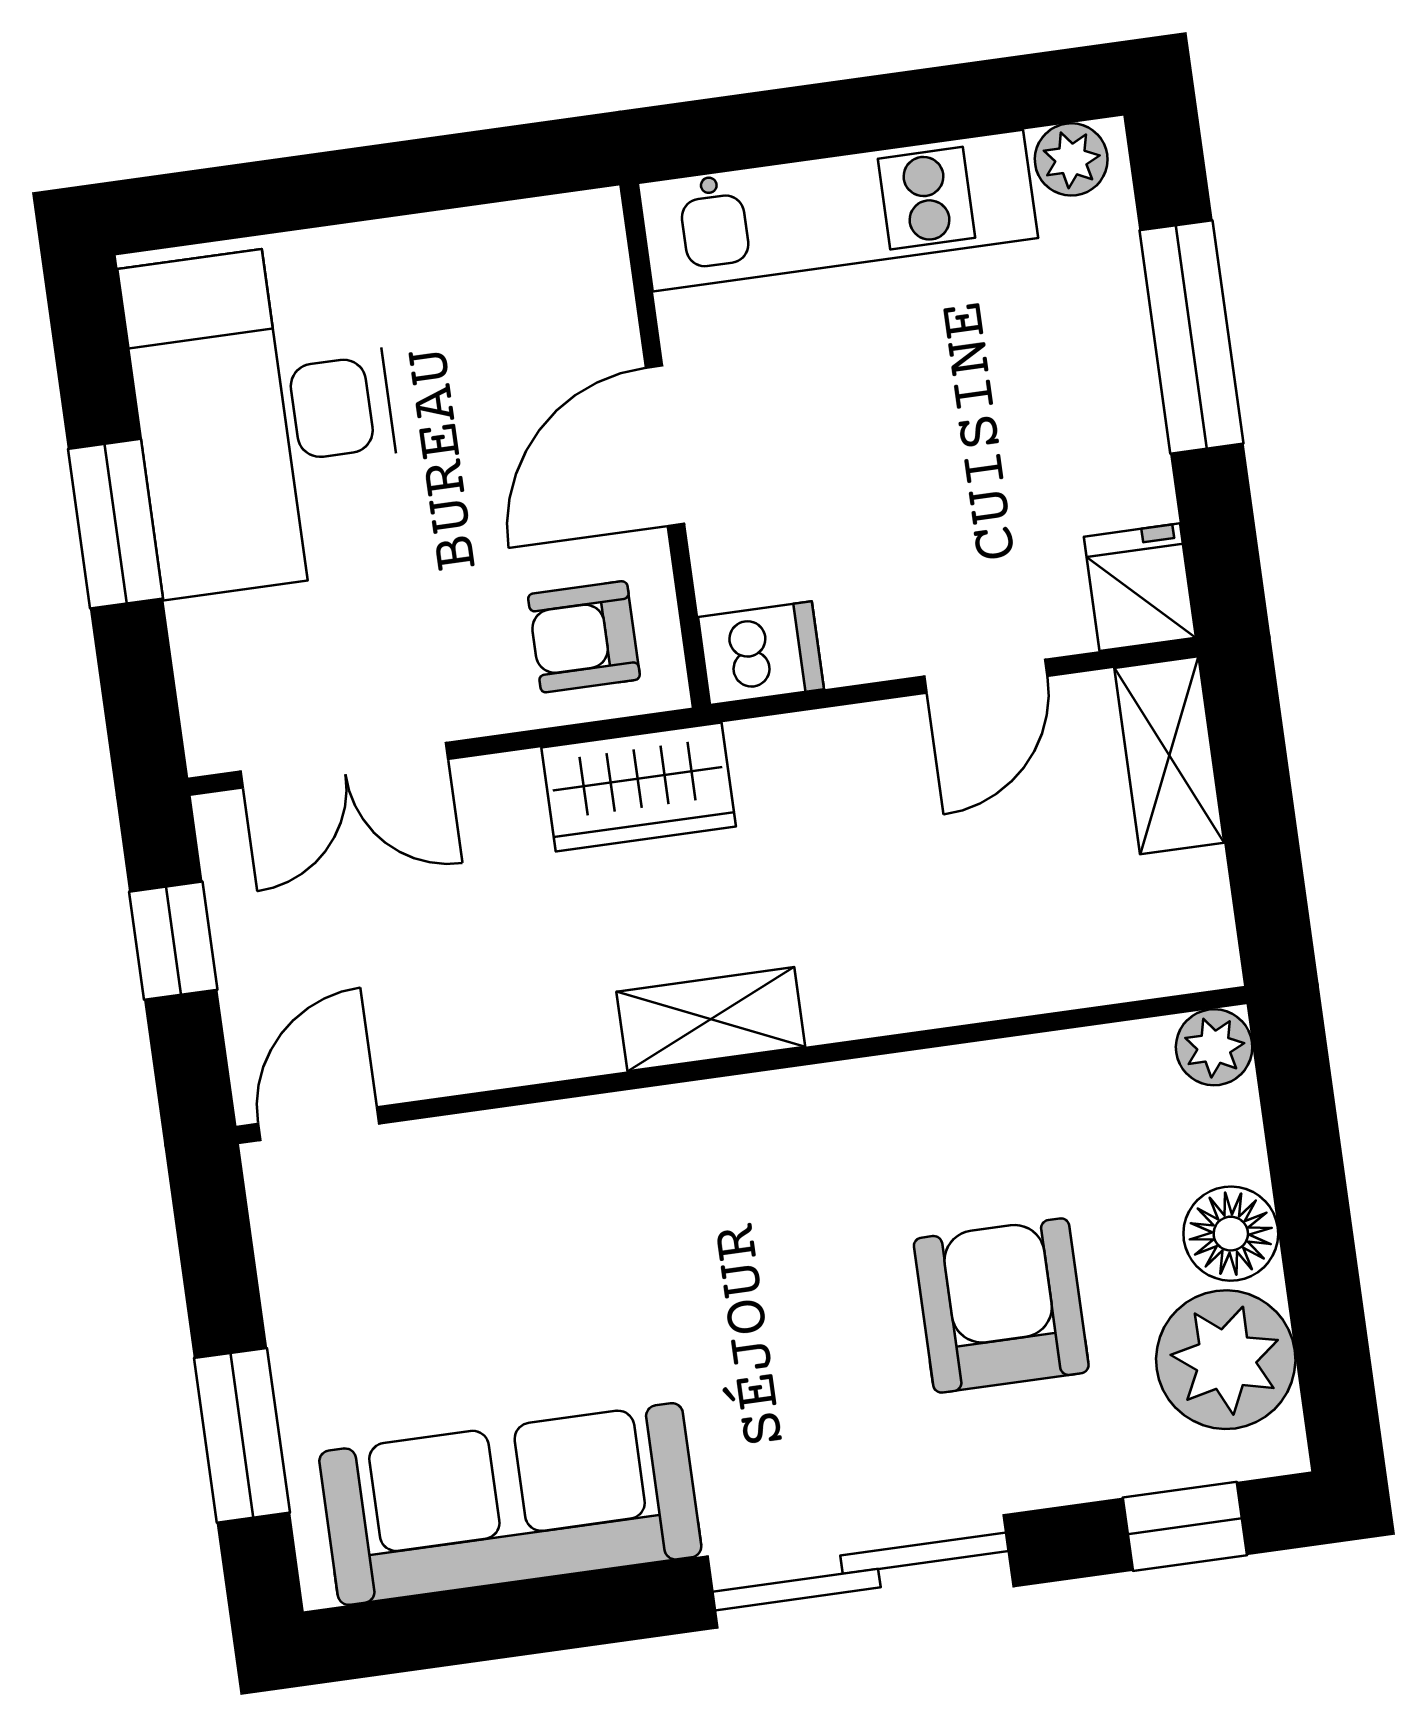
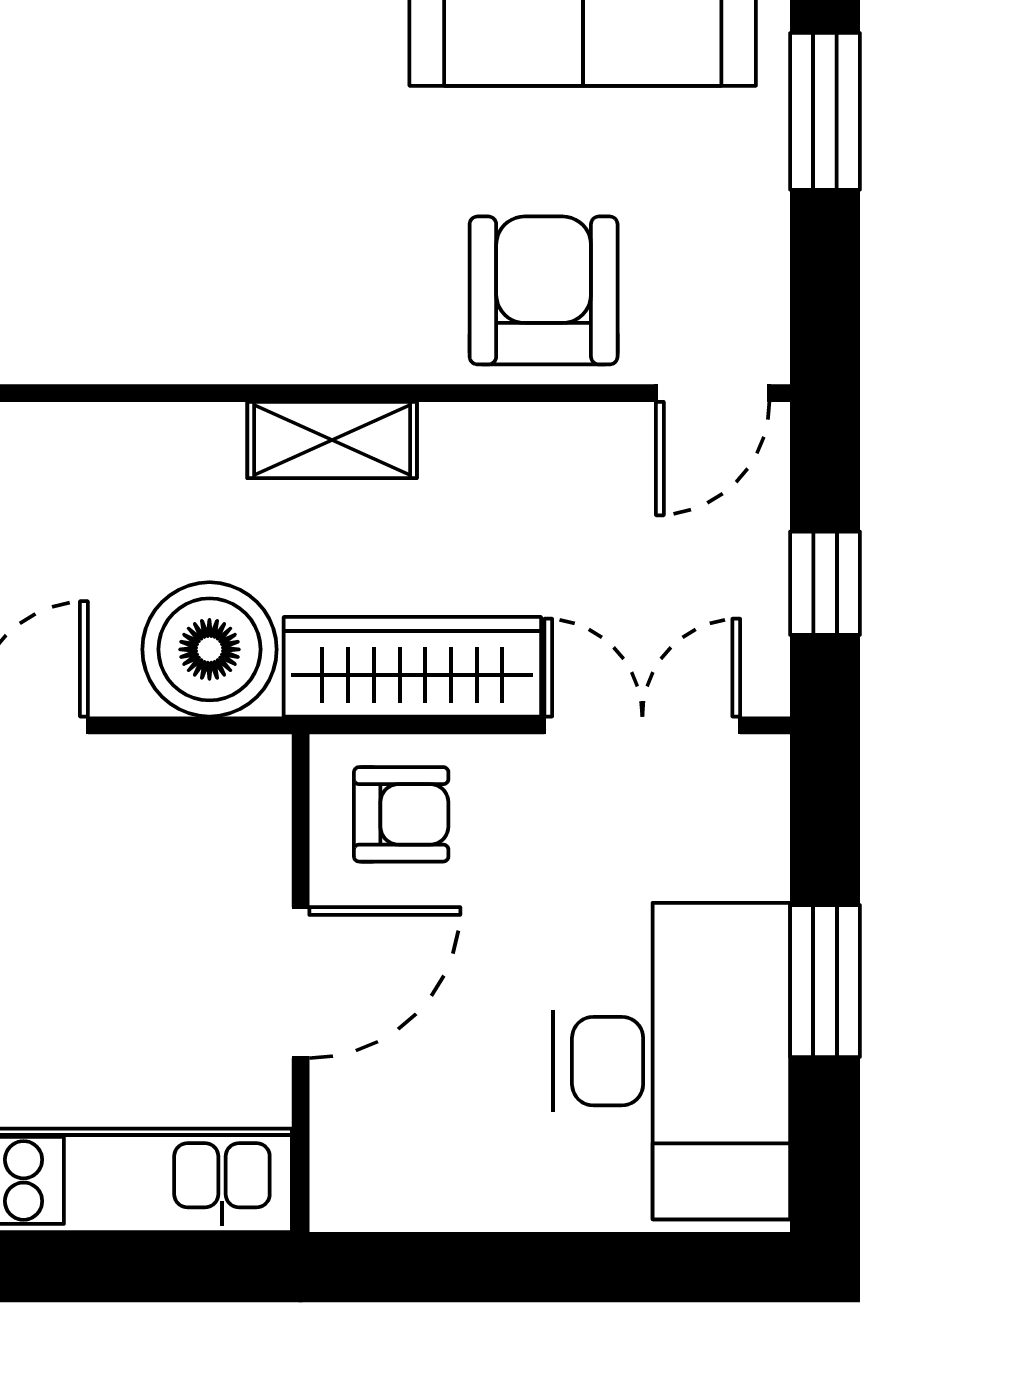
dishwasher: (761, 653) -> (238, 776), removed
boiler: (809, 782) -> (209, 649), added
wardrobe: (639, 787) -> (412, 667), width x1.50
armchair: (1001, 1305) -> (544, 290), moved, turned 180

